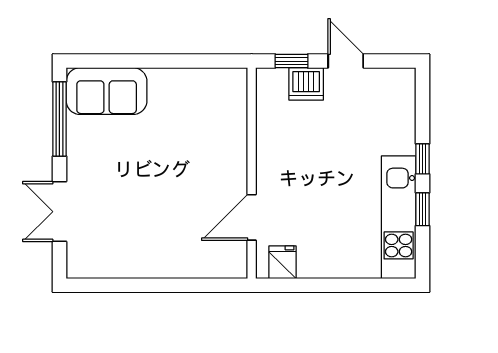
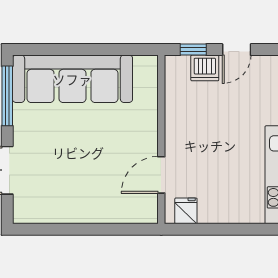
door: (346, 61) -> (237, 50), swing flipped
sofa: (107, 91) -> (72, 79), width x1.85, depth x1.27

